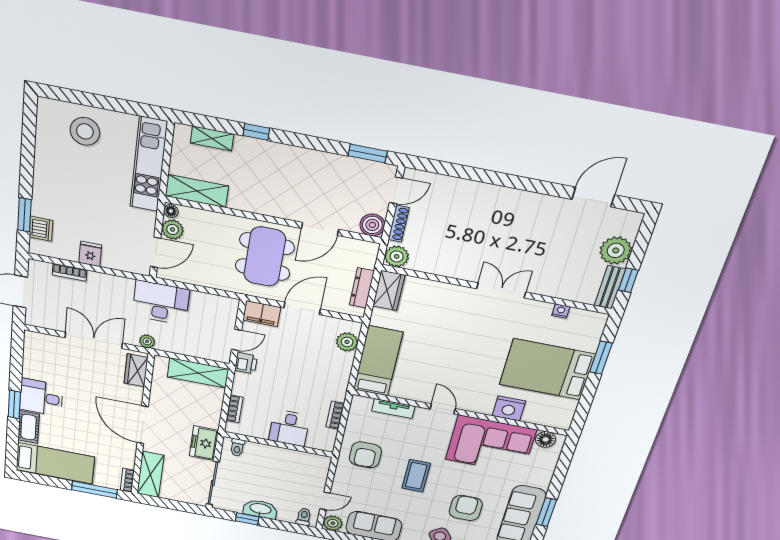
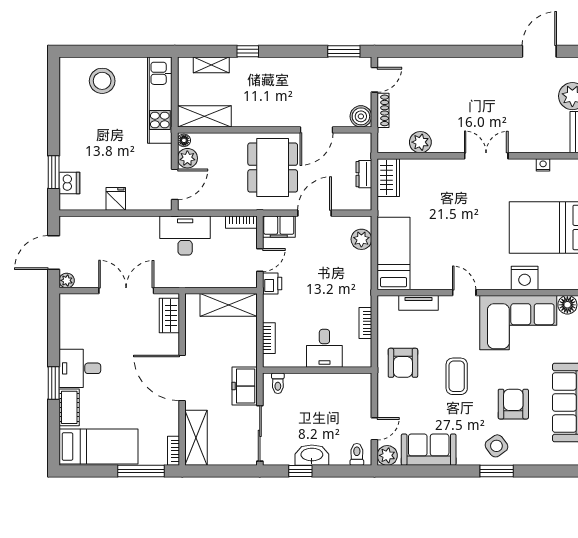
plant: (397, 256) -> (420, 142), moved
bookcase: (70, 272) -> (241, 222), moved
dresser: (362, 288) -> (364, 174), width x0.70
plant: (147, 341) -> (67, 280), moved

